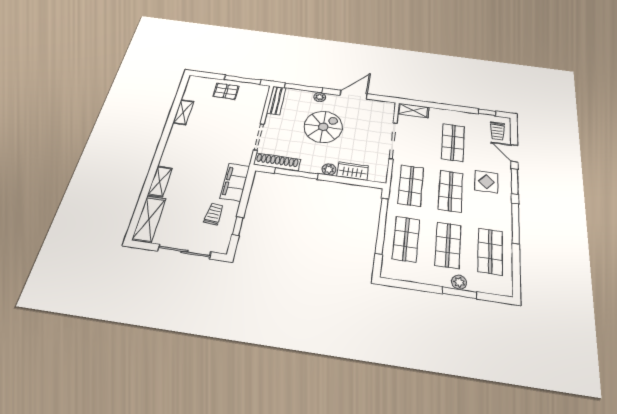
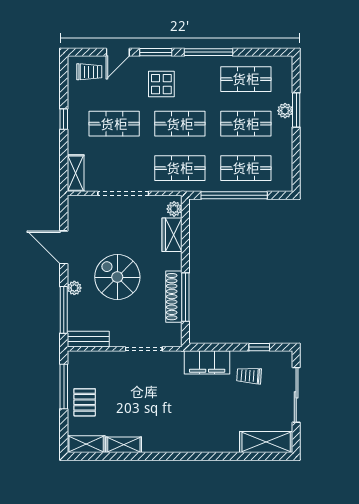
window: (487, 112) -> (64, 119), moved
shoe rack: (277, 162) -> (174, 297), moved
plant: (329, 169) -> (174, 209), moved
shelving: (160, 181) -> (86, 444), moved

